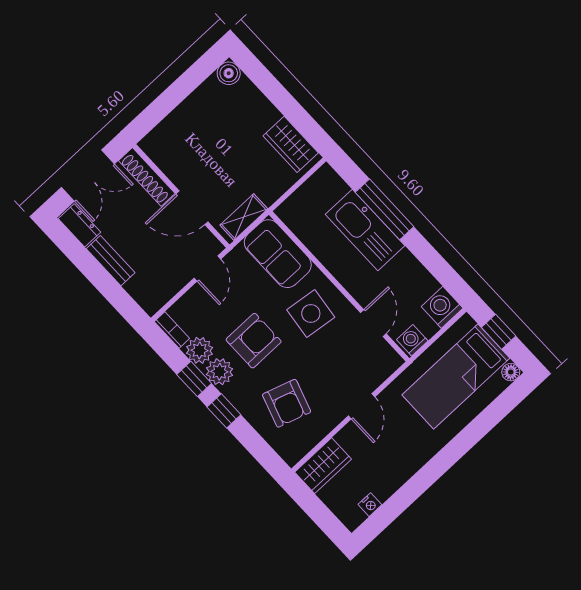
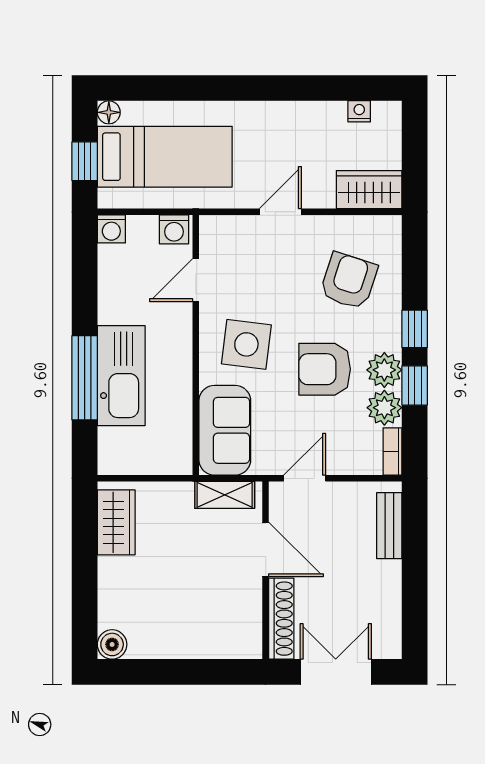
dresser: (79, 225) -> (388, 632), removed
bench: (111, 261) -> (389, 526), moved
washing machine: (442, 307) -> (111, 229), width x0.73, depth x0.73

